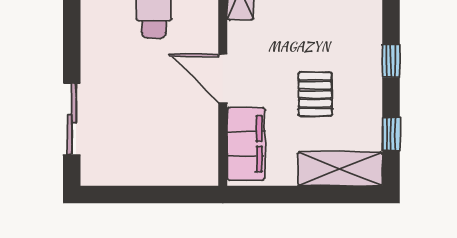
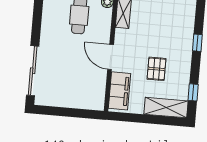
window: (391, 61) -> (197, 43), moved
sliding door: (72, 119) -> (33, 71), width x1.37

